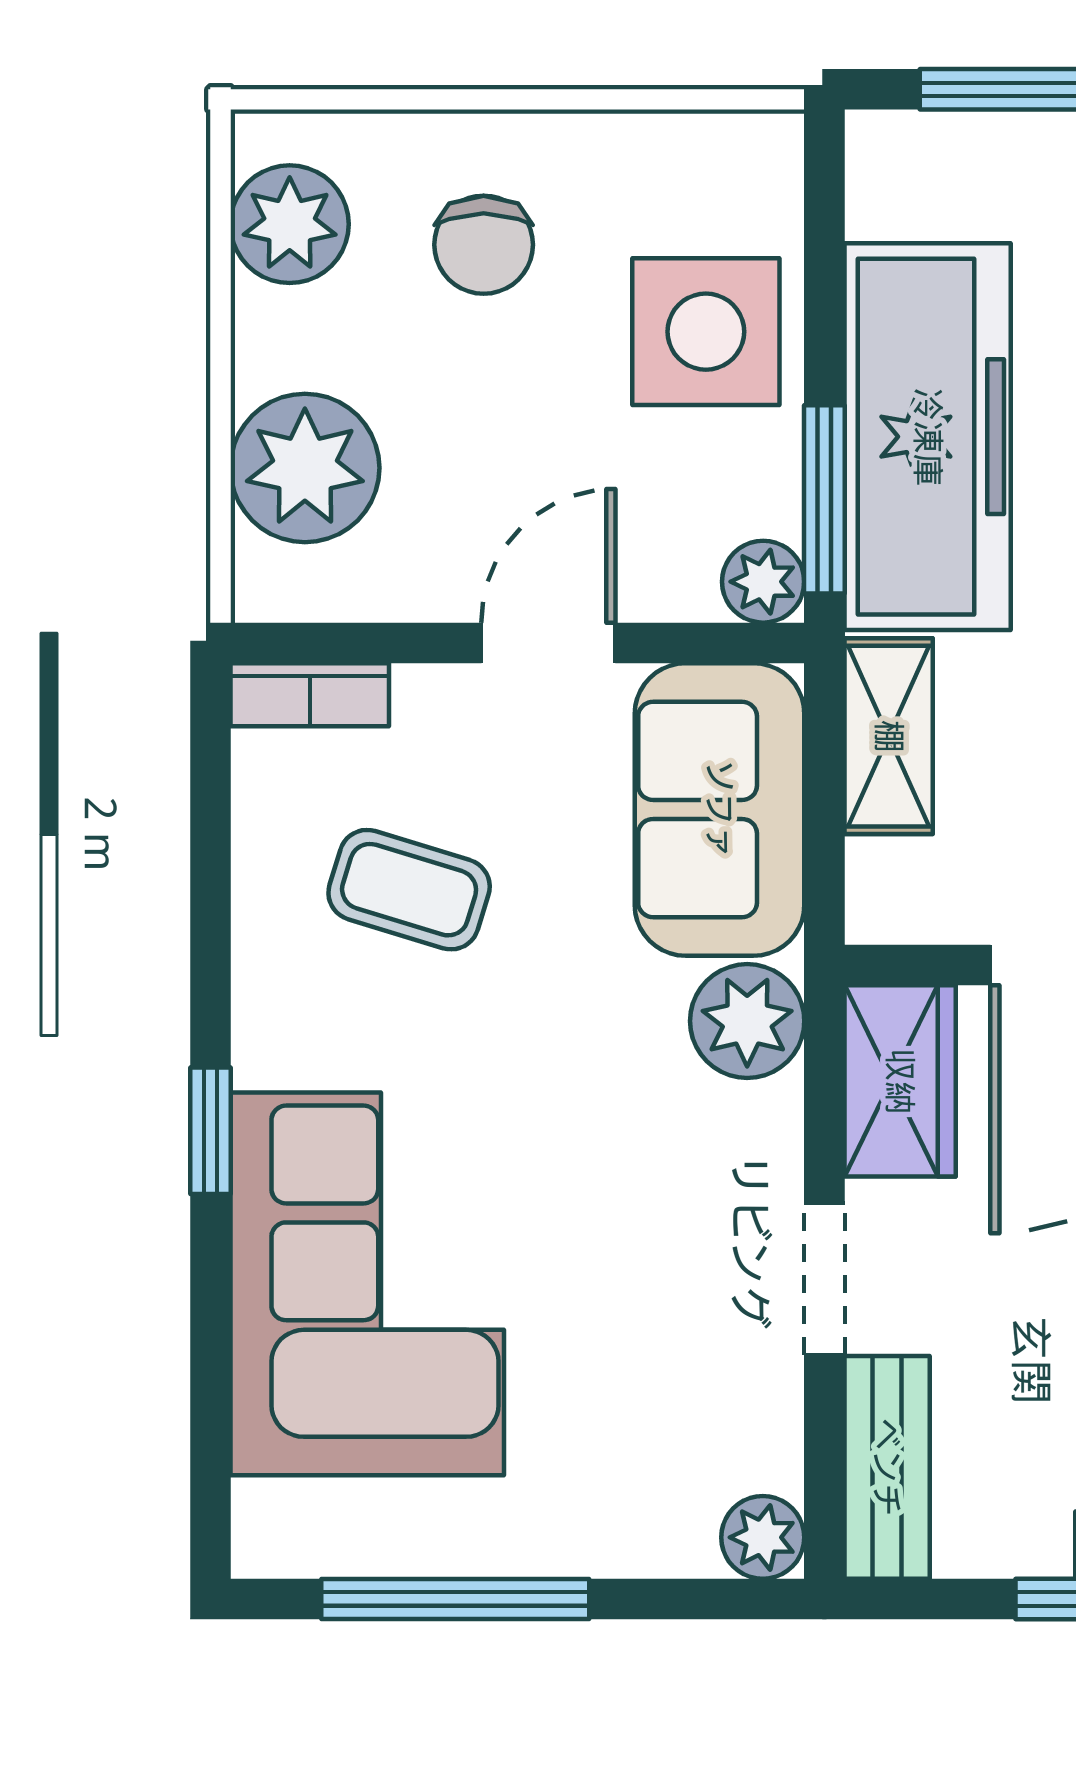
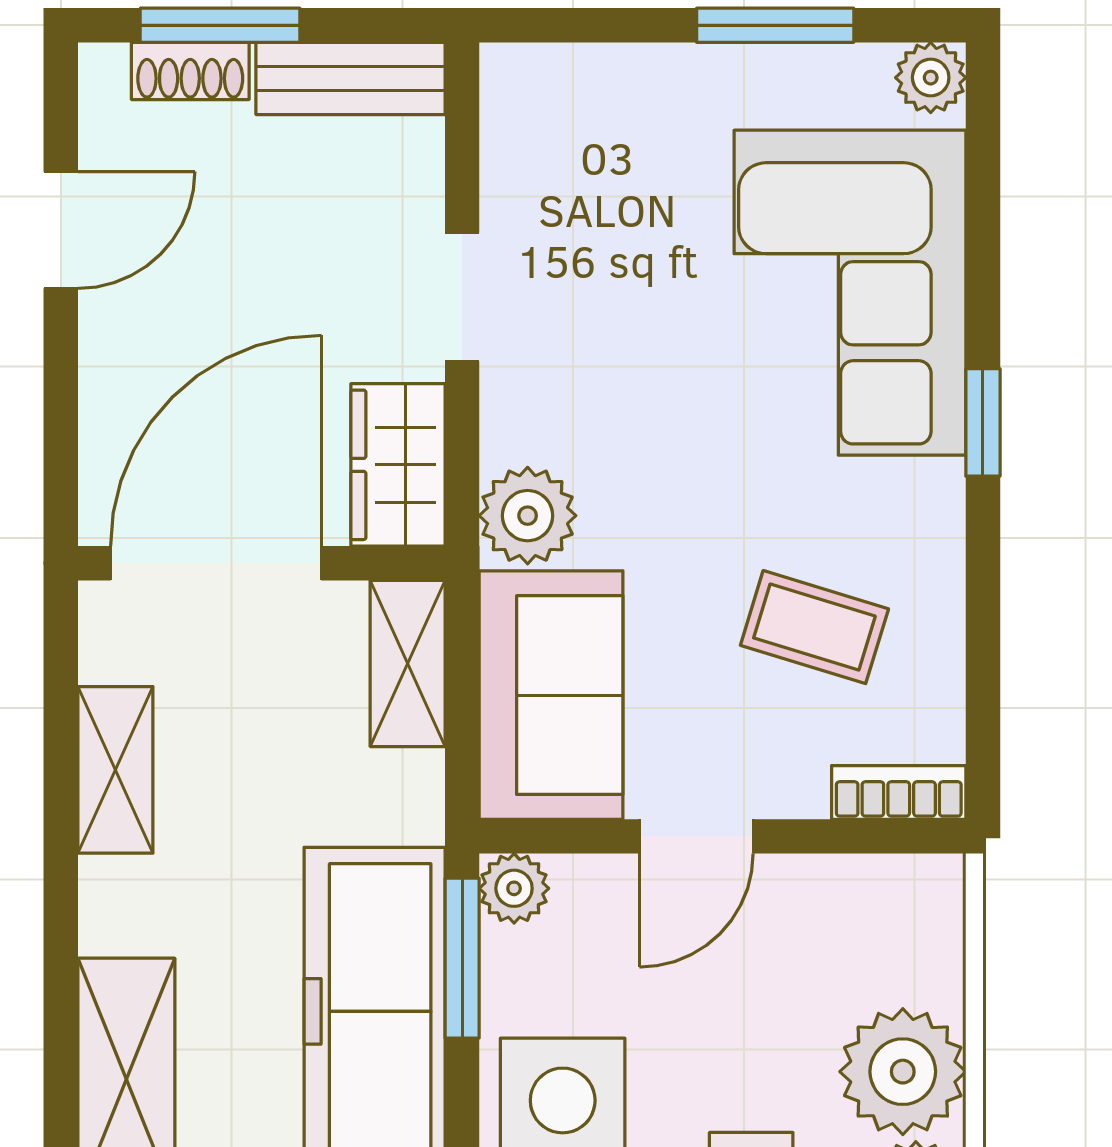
plant: (305, 468) -> (903, 1072), moved
shelving: (889, 736) -> (408, 663), moved
bench: (887, 1467) -> (350, 78), moved, turned 90
plant: (763, 1537) -> (931, 78), moved
window: (455, 1599) -> (775, 25), width x0.69

